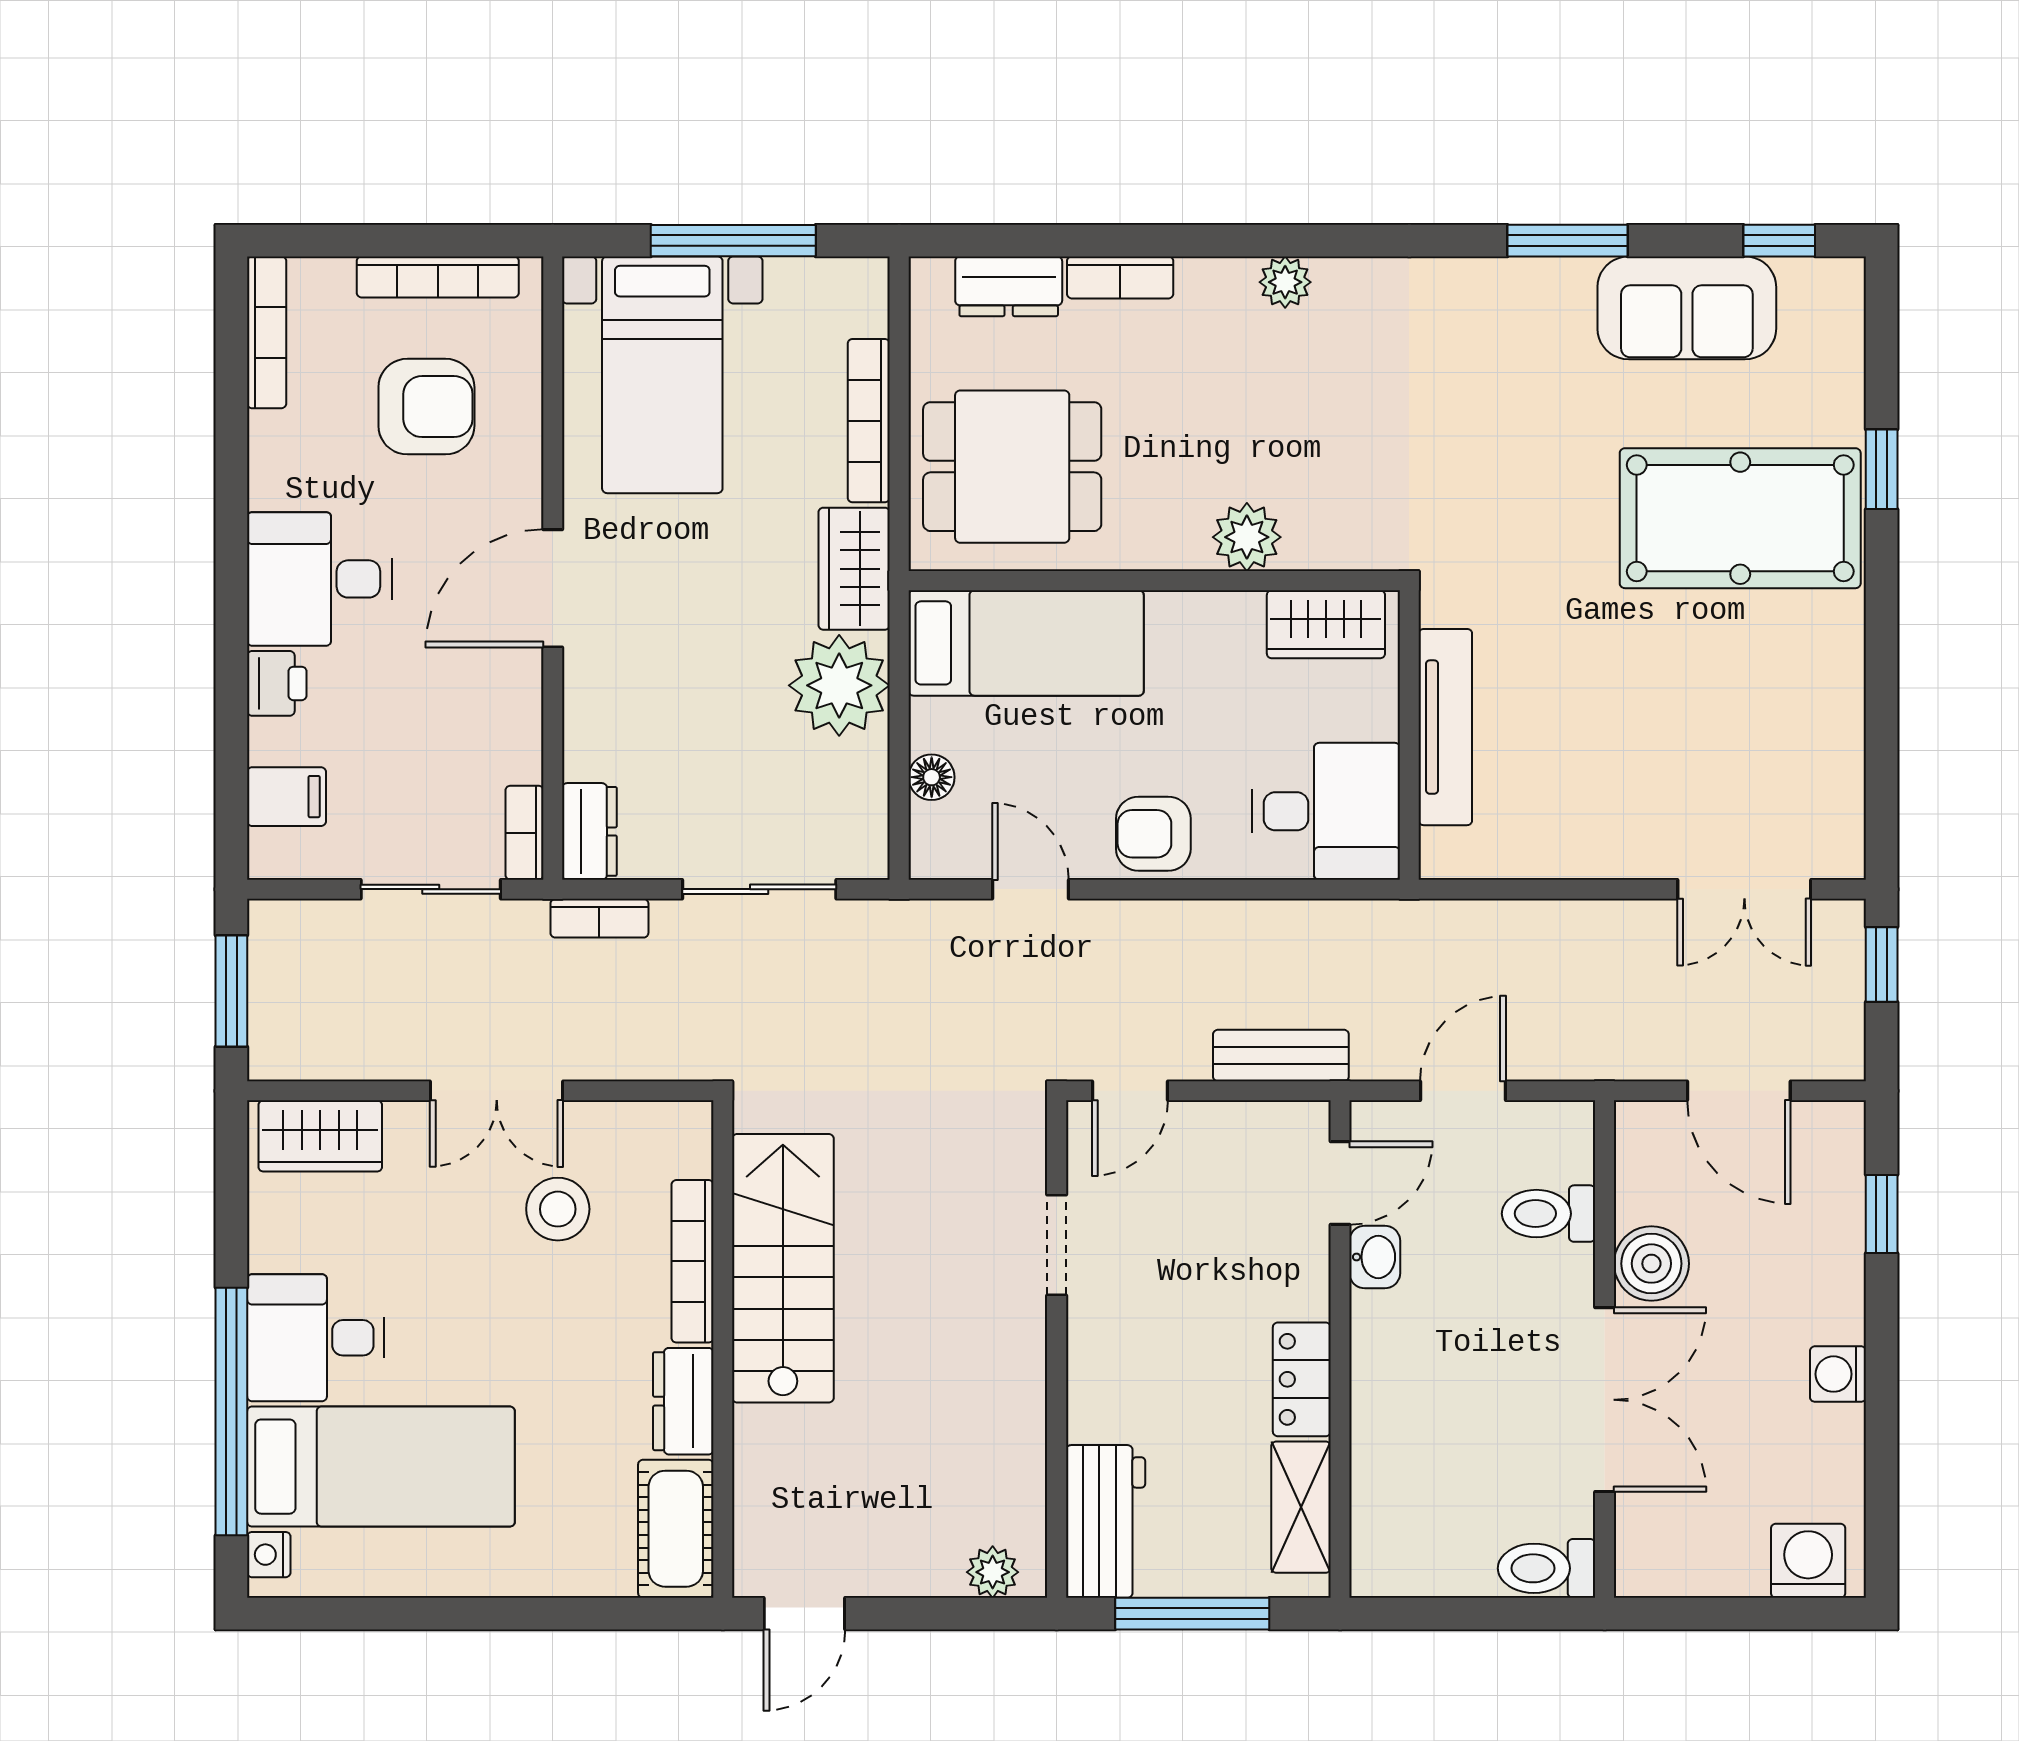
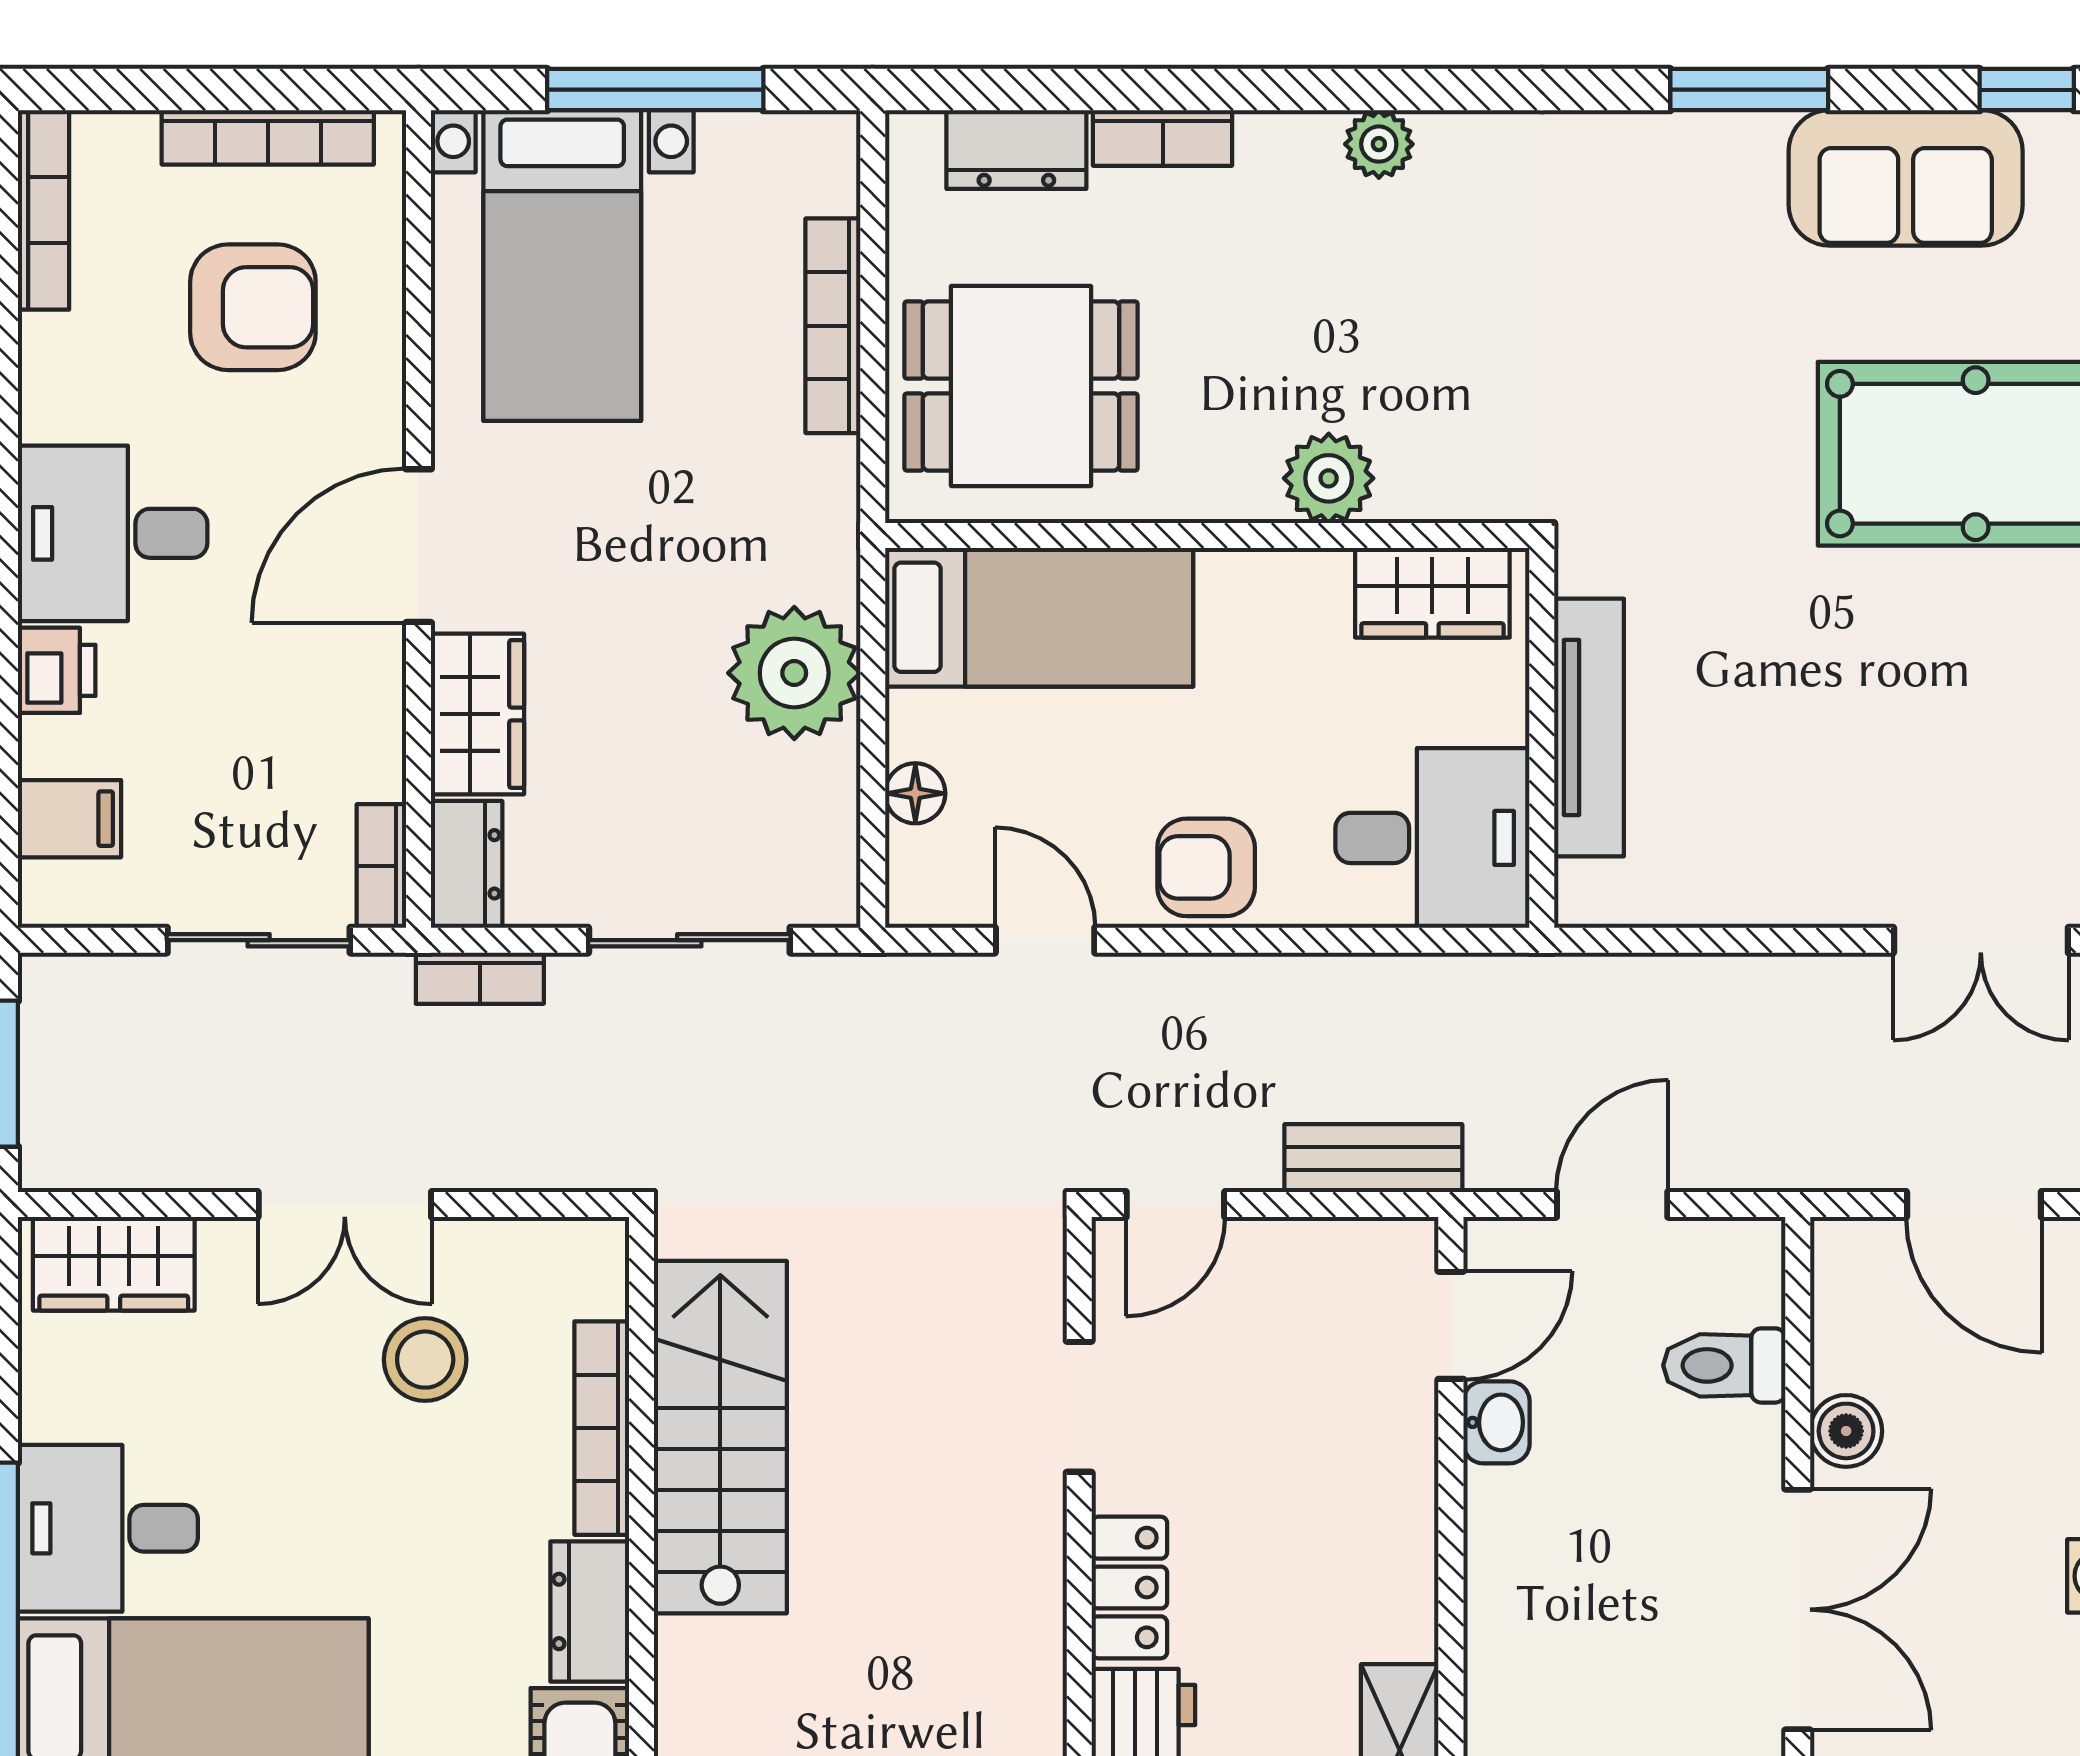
wardrobe: (854, 569) -> (477, 714), moved, turned 180
boiler: (1651, 1264) -> (1846, 1431), width x0.73, depth x0.73
locker: (1302, 1379) -> (1129, 1588), moved, turned 180

